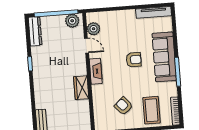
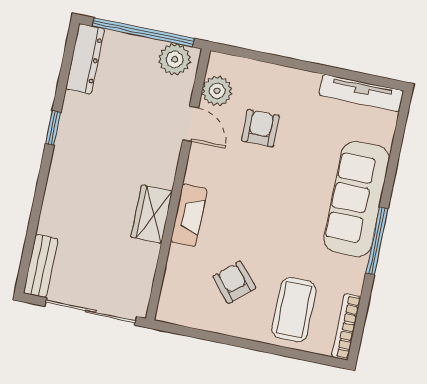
armchair: (134, 60) -> (260, 128), moved, turned -90
fireplace: (96, 71) -> (189, 215), moved

